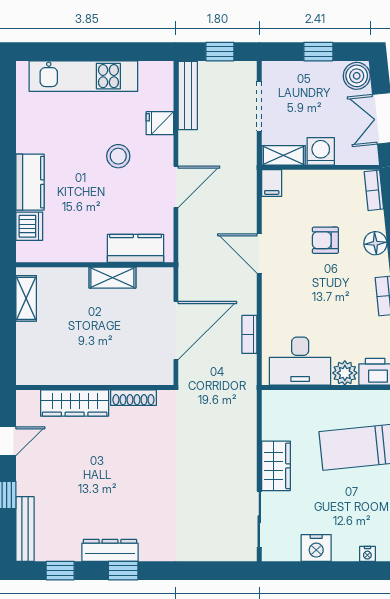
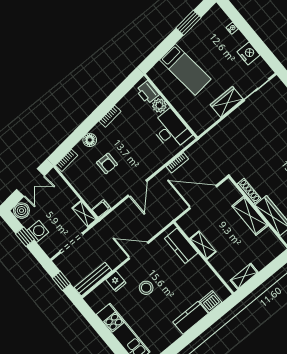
washing machine: (321, 151) -> (38, 231), moved, turned 180
shelving: (100, 372) -> (250, 216), added

